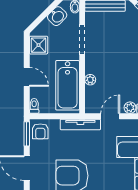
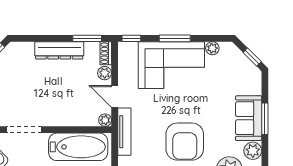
plant: (90, 80) -> (105, 120), moved

